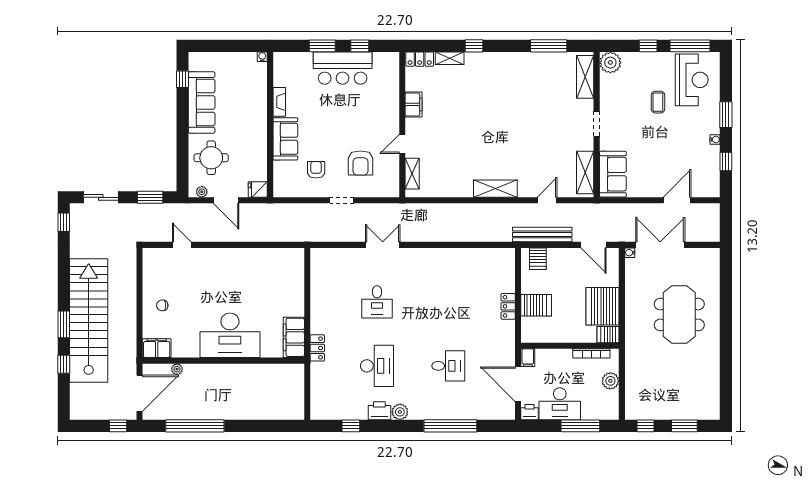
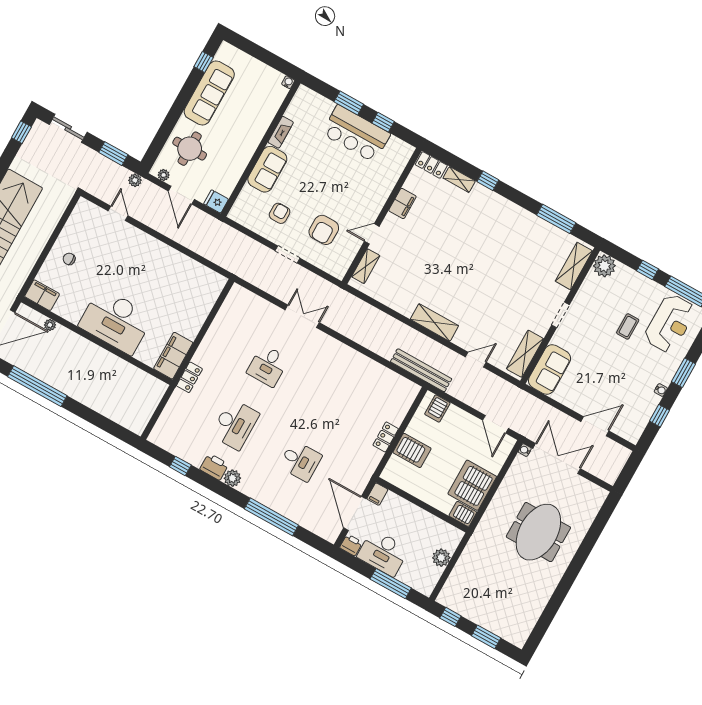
plant: (180, 209) -> (135, 180), added
bench: (542, 234) -> (421, 370), moved
bookcase: (591, 353) -> (438, 523), removed

